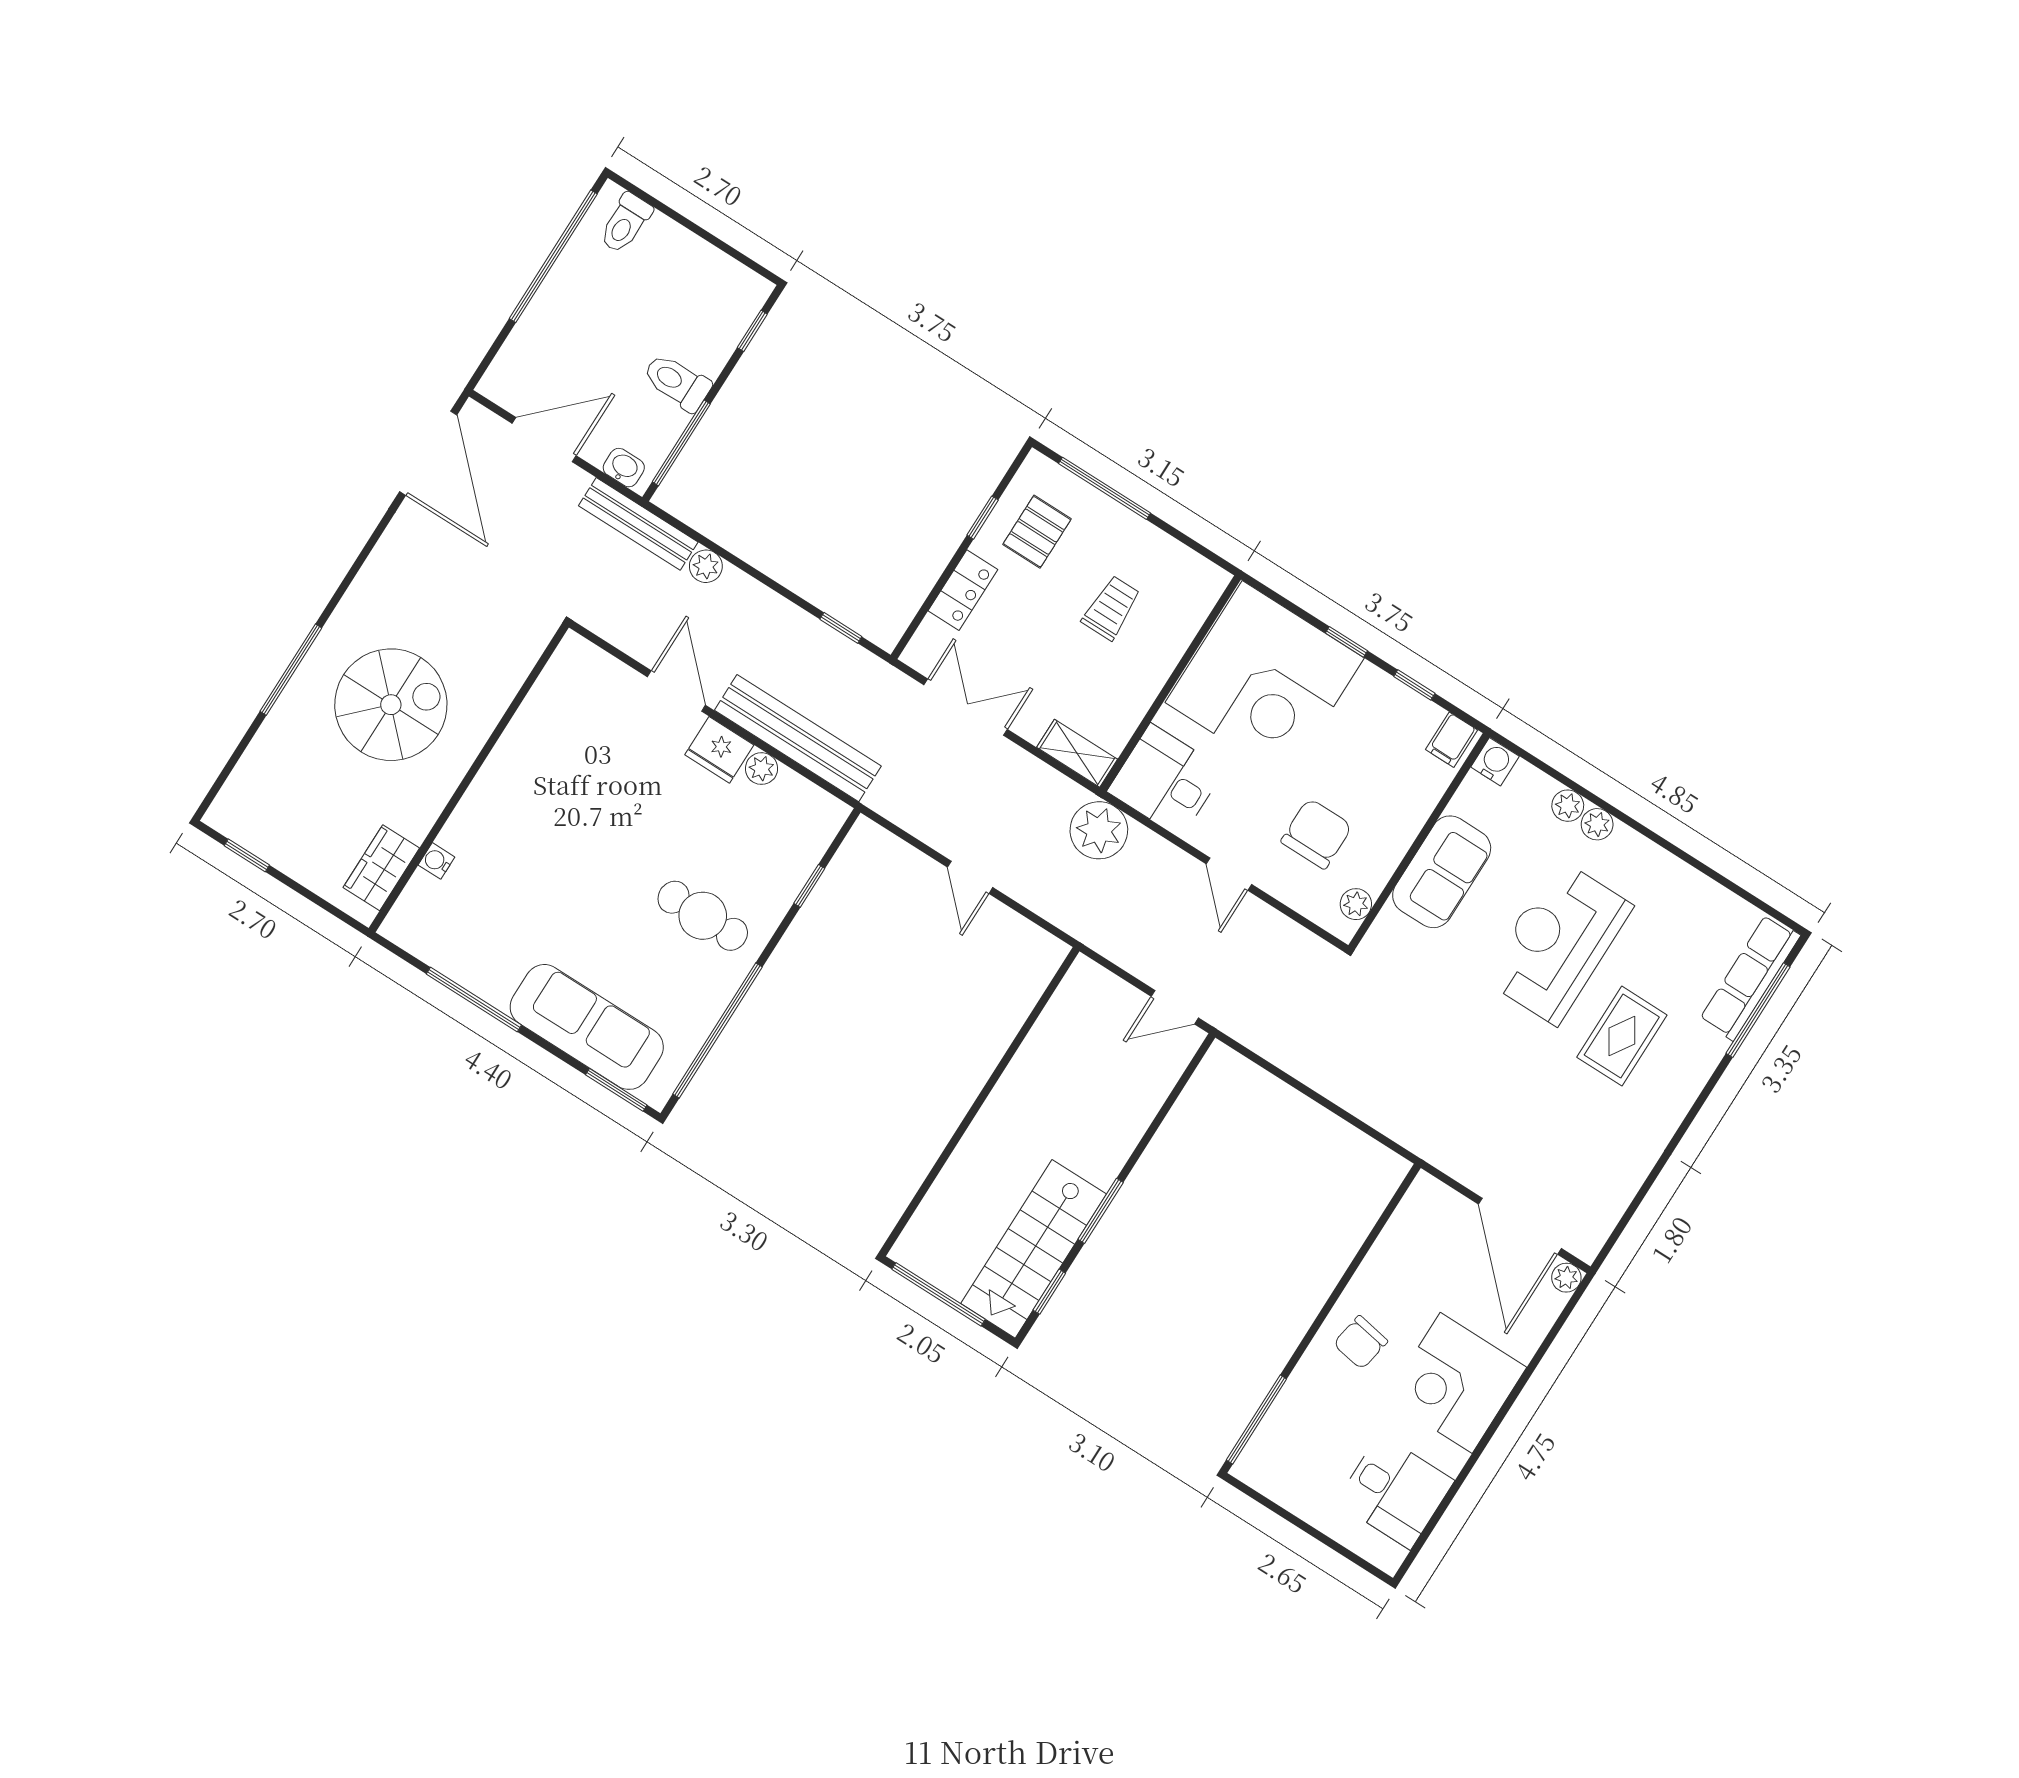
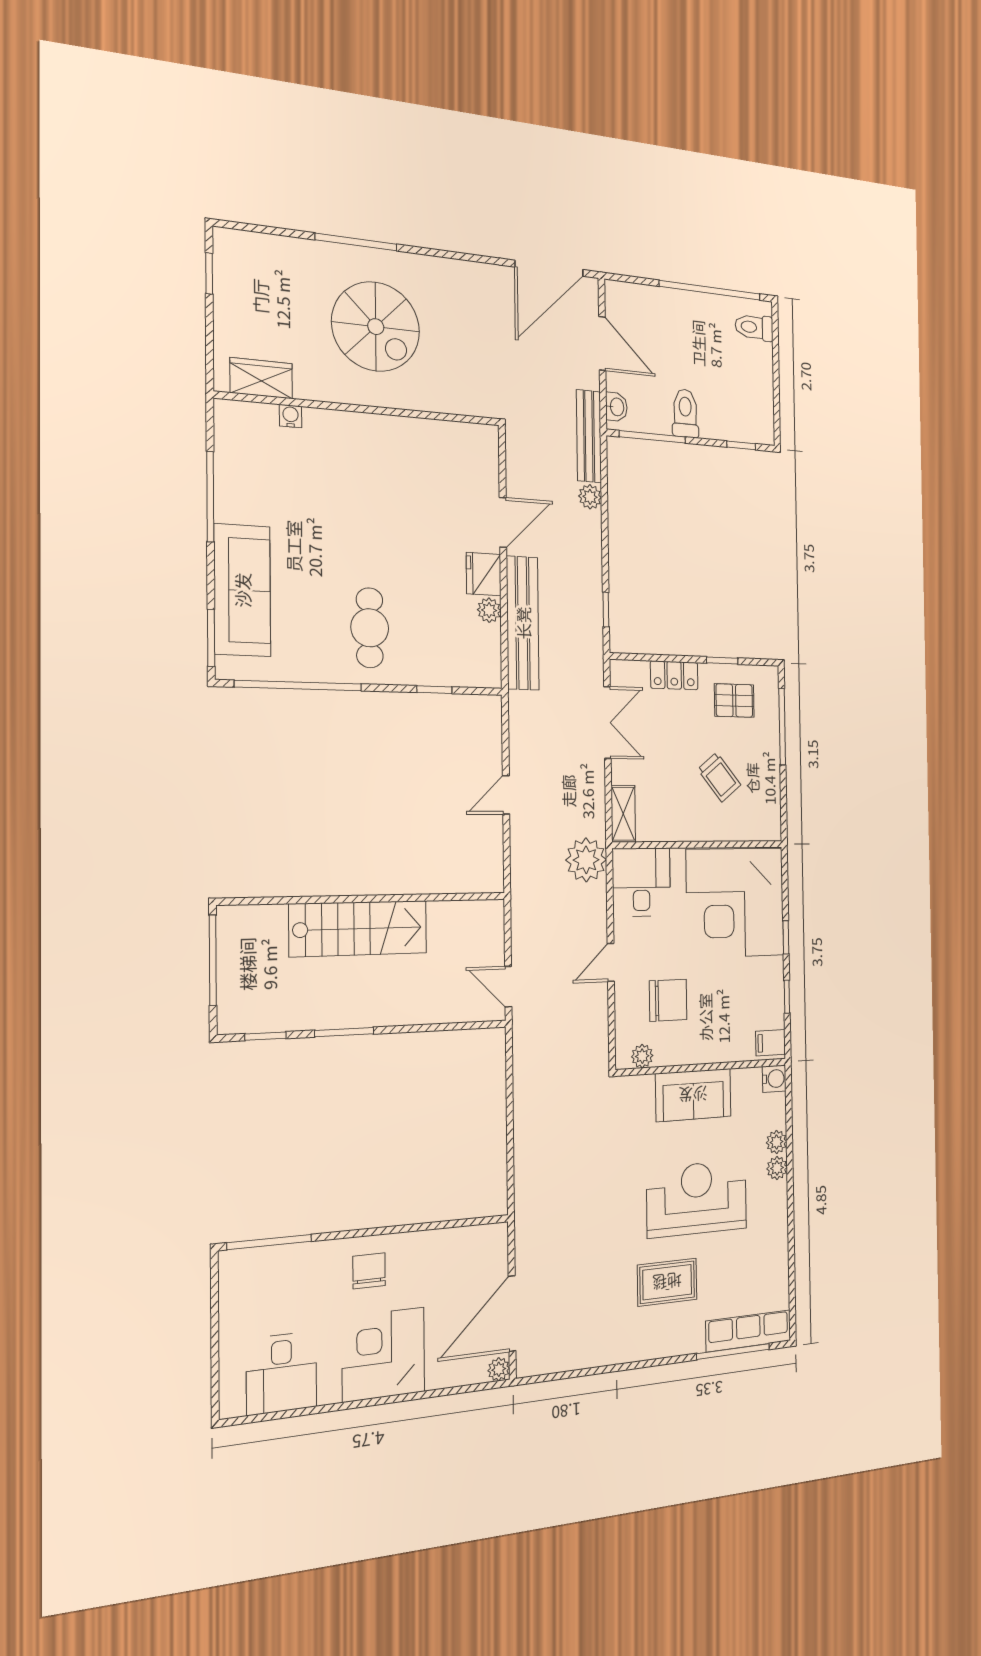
trolley: (1111, 608) -> (719, 777), turned 51
stairs: (1034, 1249) -> (358, 929), moved, turned 180
chair: (1361, 1342) -> (369, 1271), turned 80

